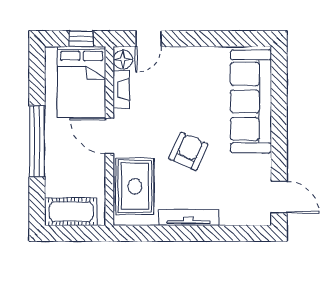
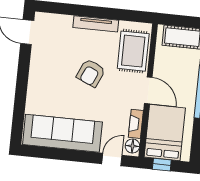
sofa: (251, 101) -> (62, 133), moved, turned -90

